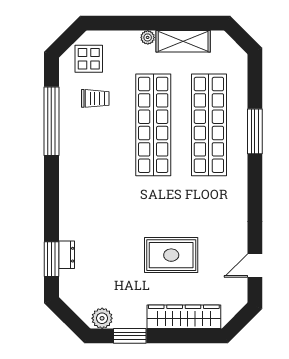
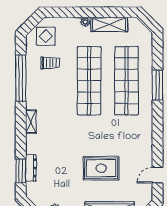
shelving: (67, 186) -> (31, 122), added
dresser: (67, 255) -> (31, 168), width x1.44

